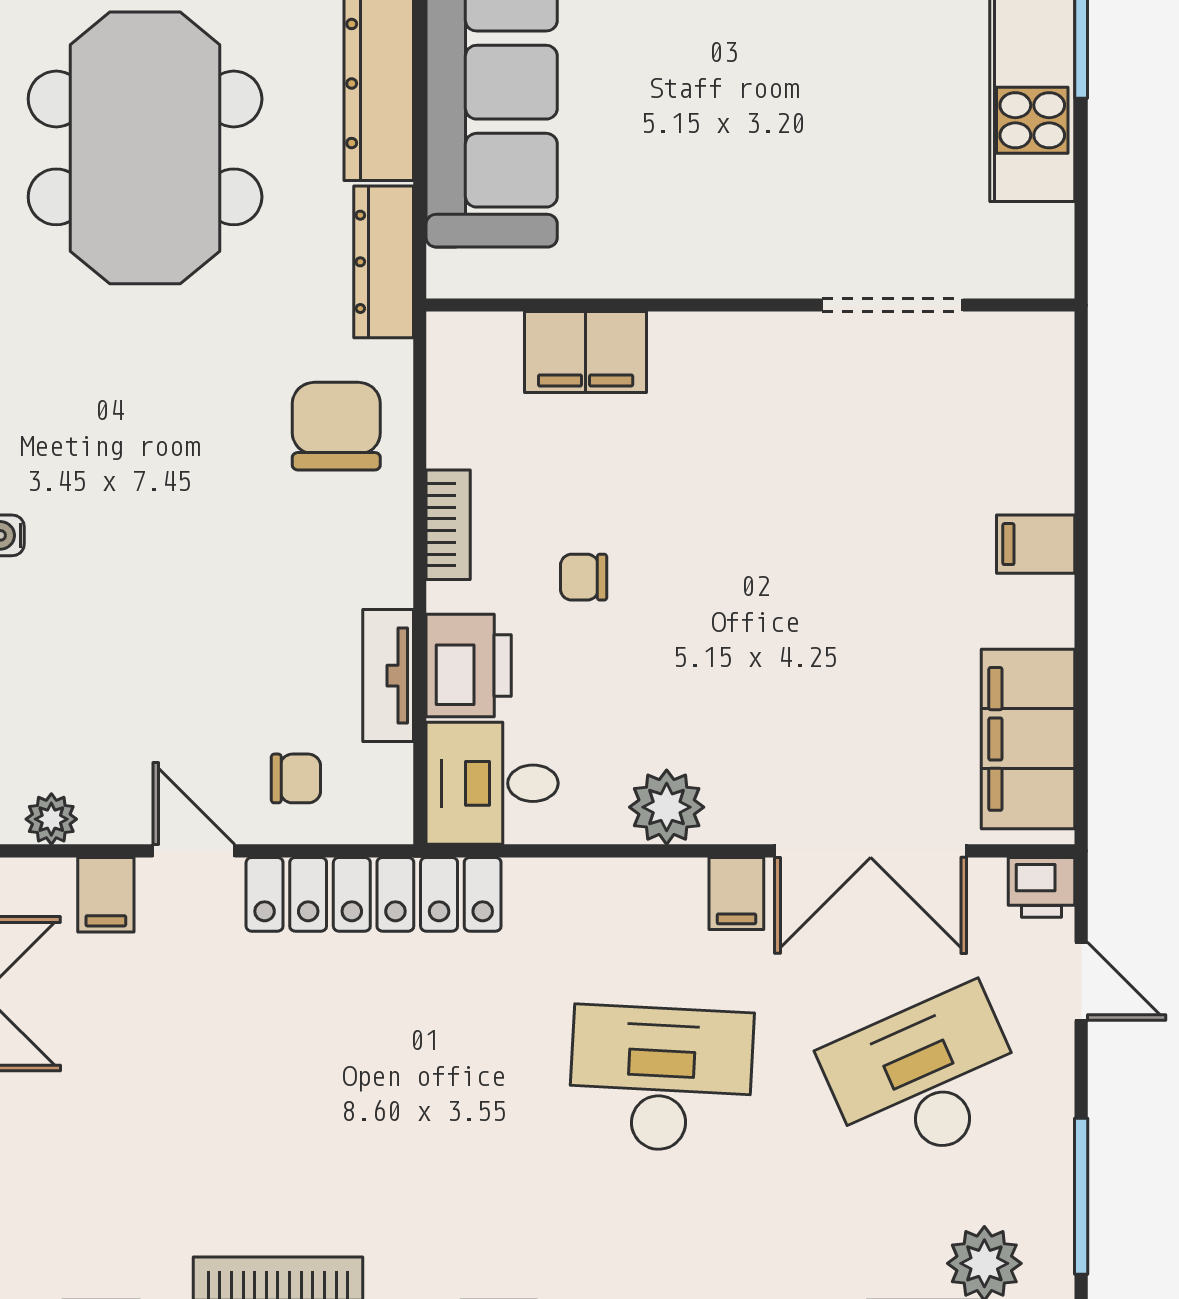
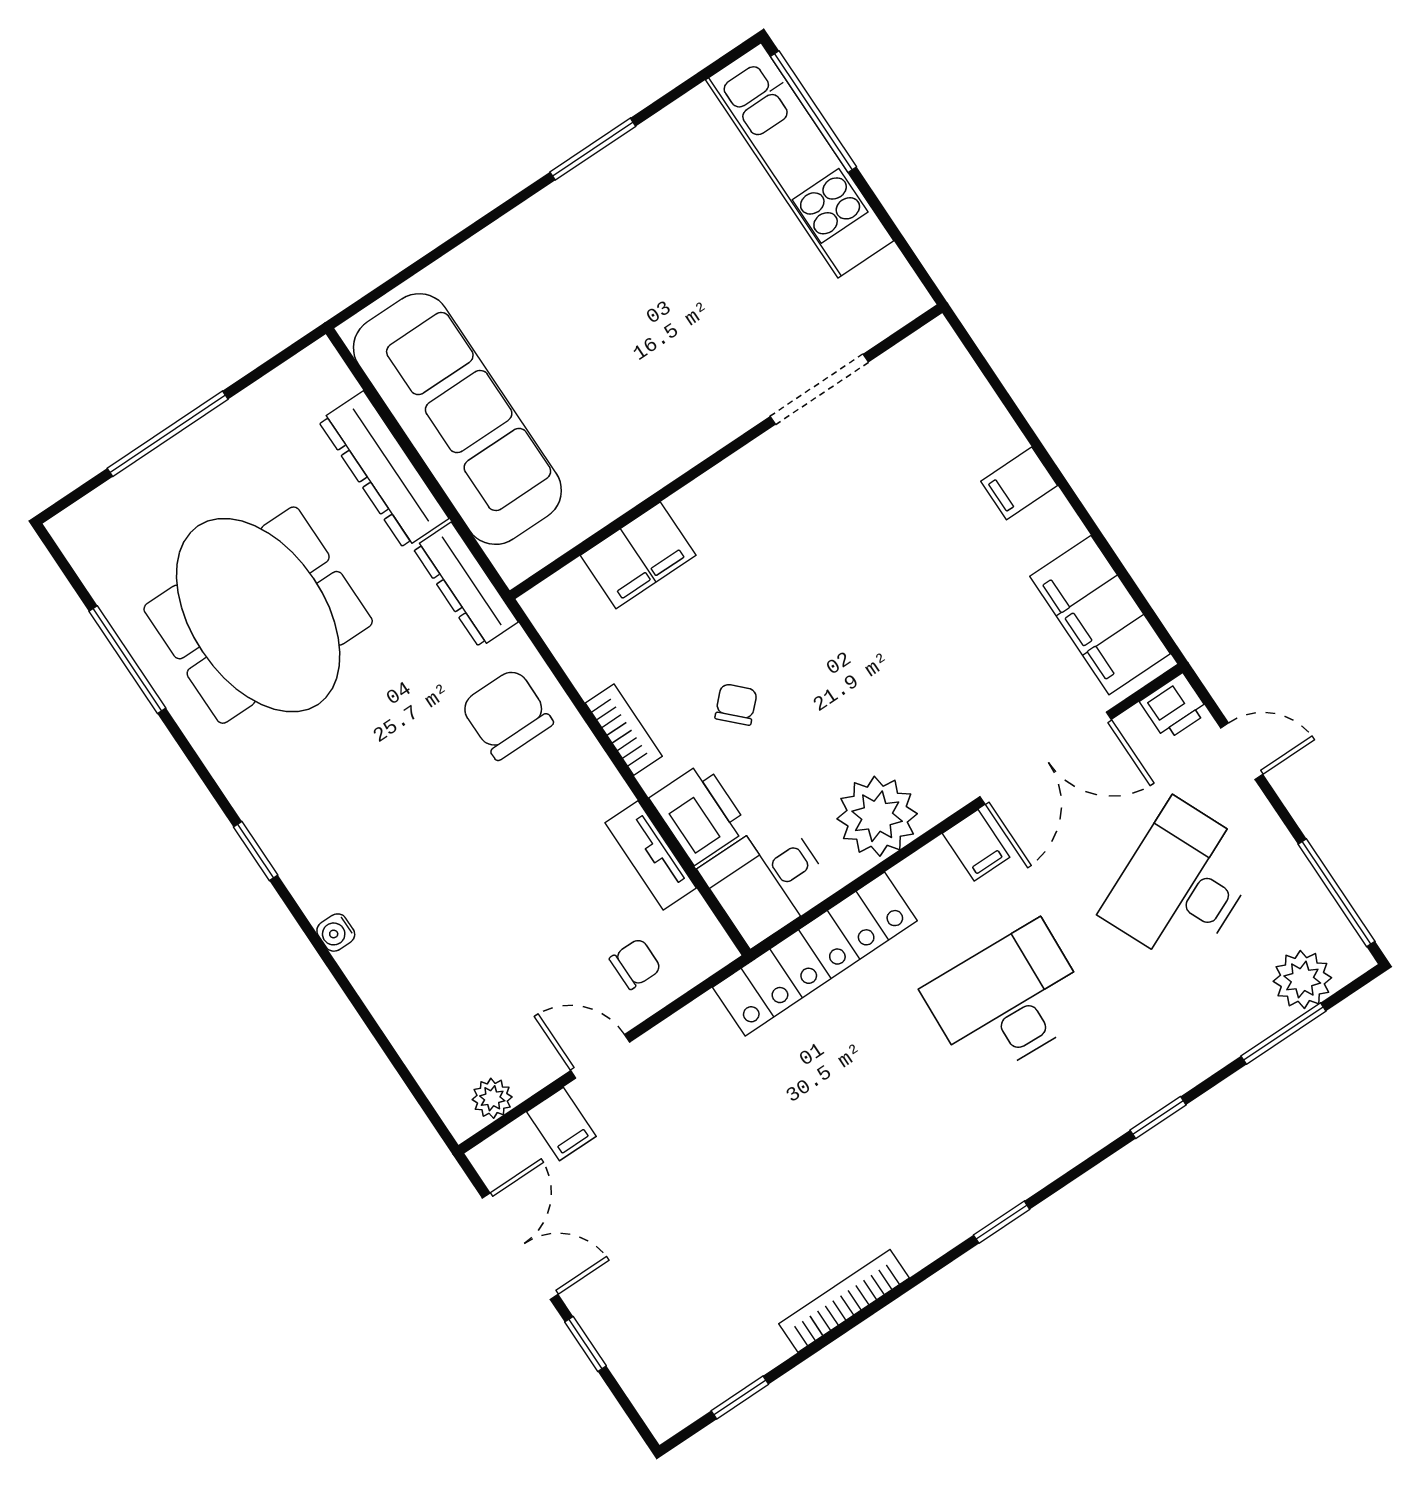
chair: (584, 577) -> (736, 704), turned 135
plant: (667, 807) -> (877, 816), width x1.36, depth x1.36
locker: (374, 894) -> (815, 954), moved

